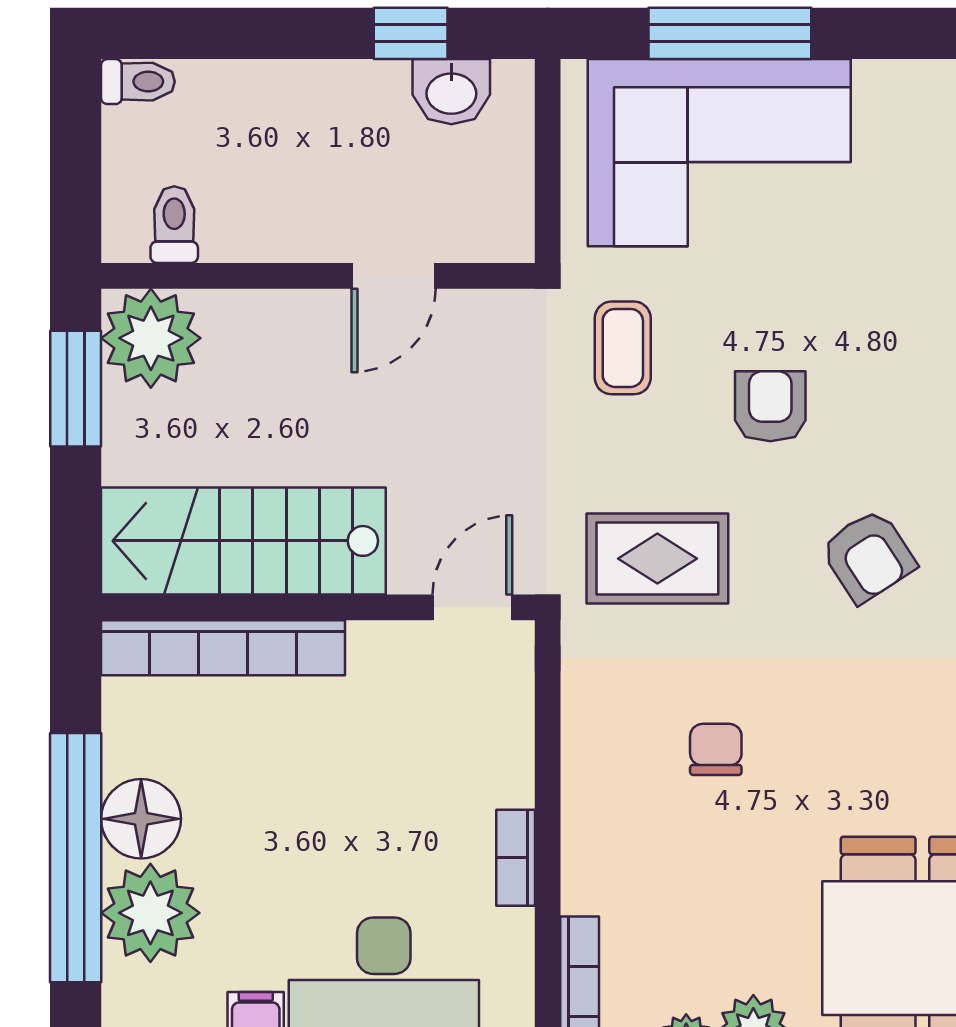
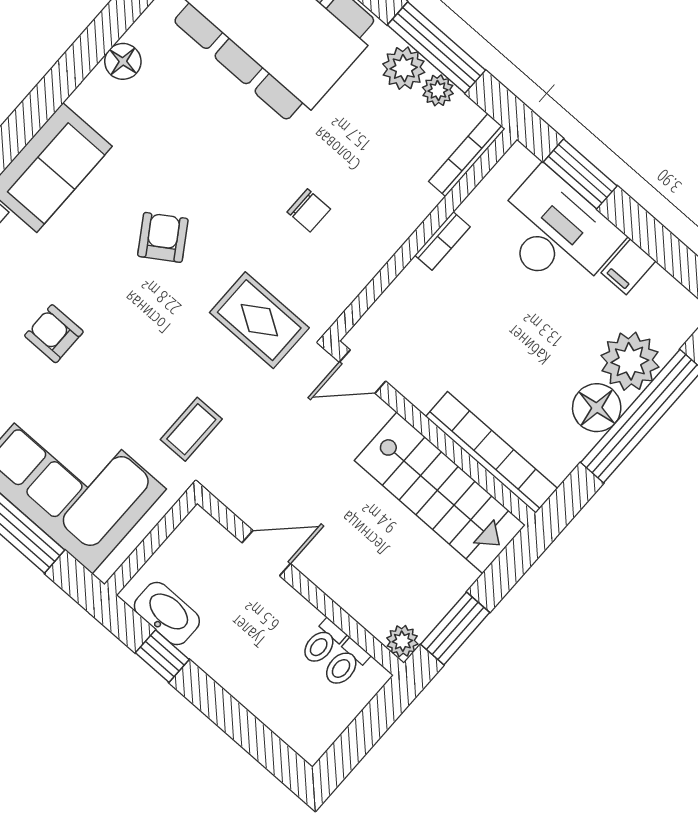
toilet: (138, 82) -> (323, 642), moved, turned -90
washbasin: (451, 92) -> (167, 614), width x1.38
plant: (151, 338) -> (402, 641), width x0.53, depth x0.53
armchair: (770, 406) -> (54, 334), moved, turned 90
chair: (716, 749) -> (309, 210), turned -90

